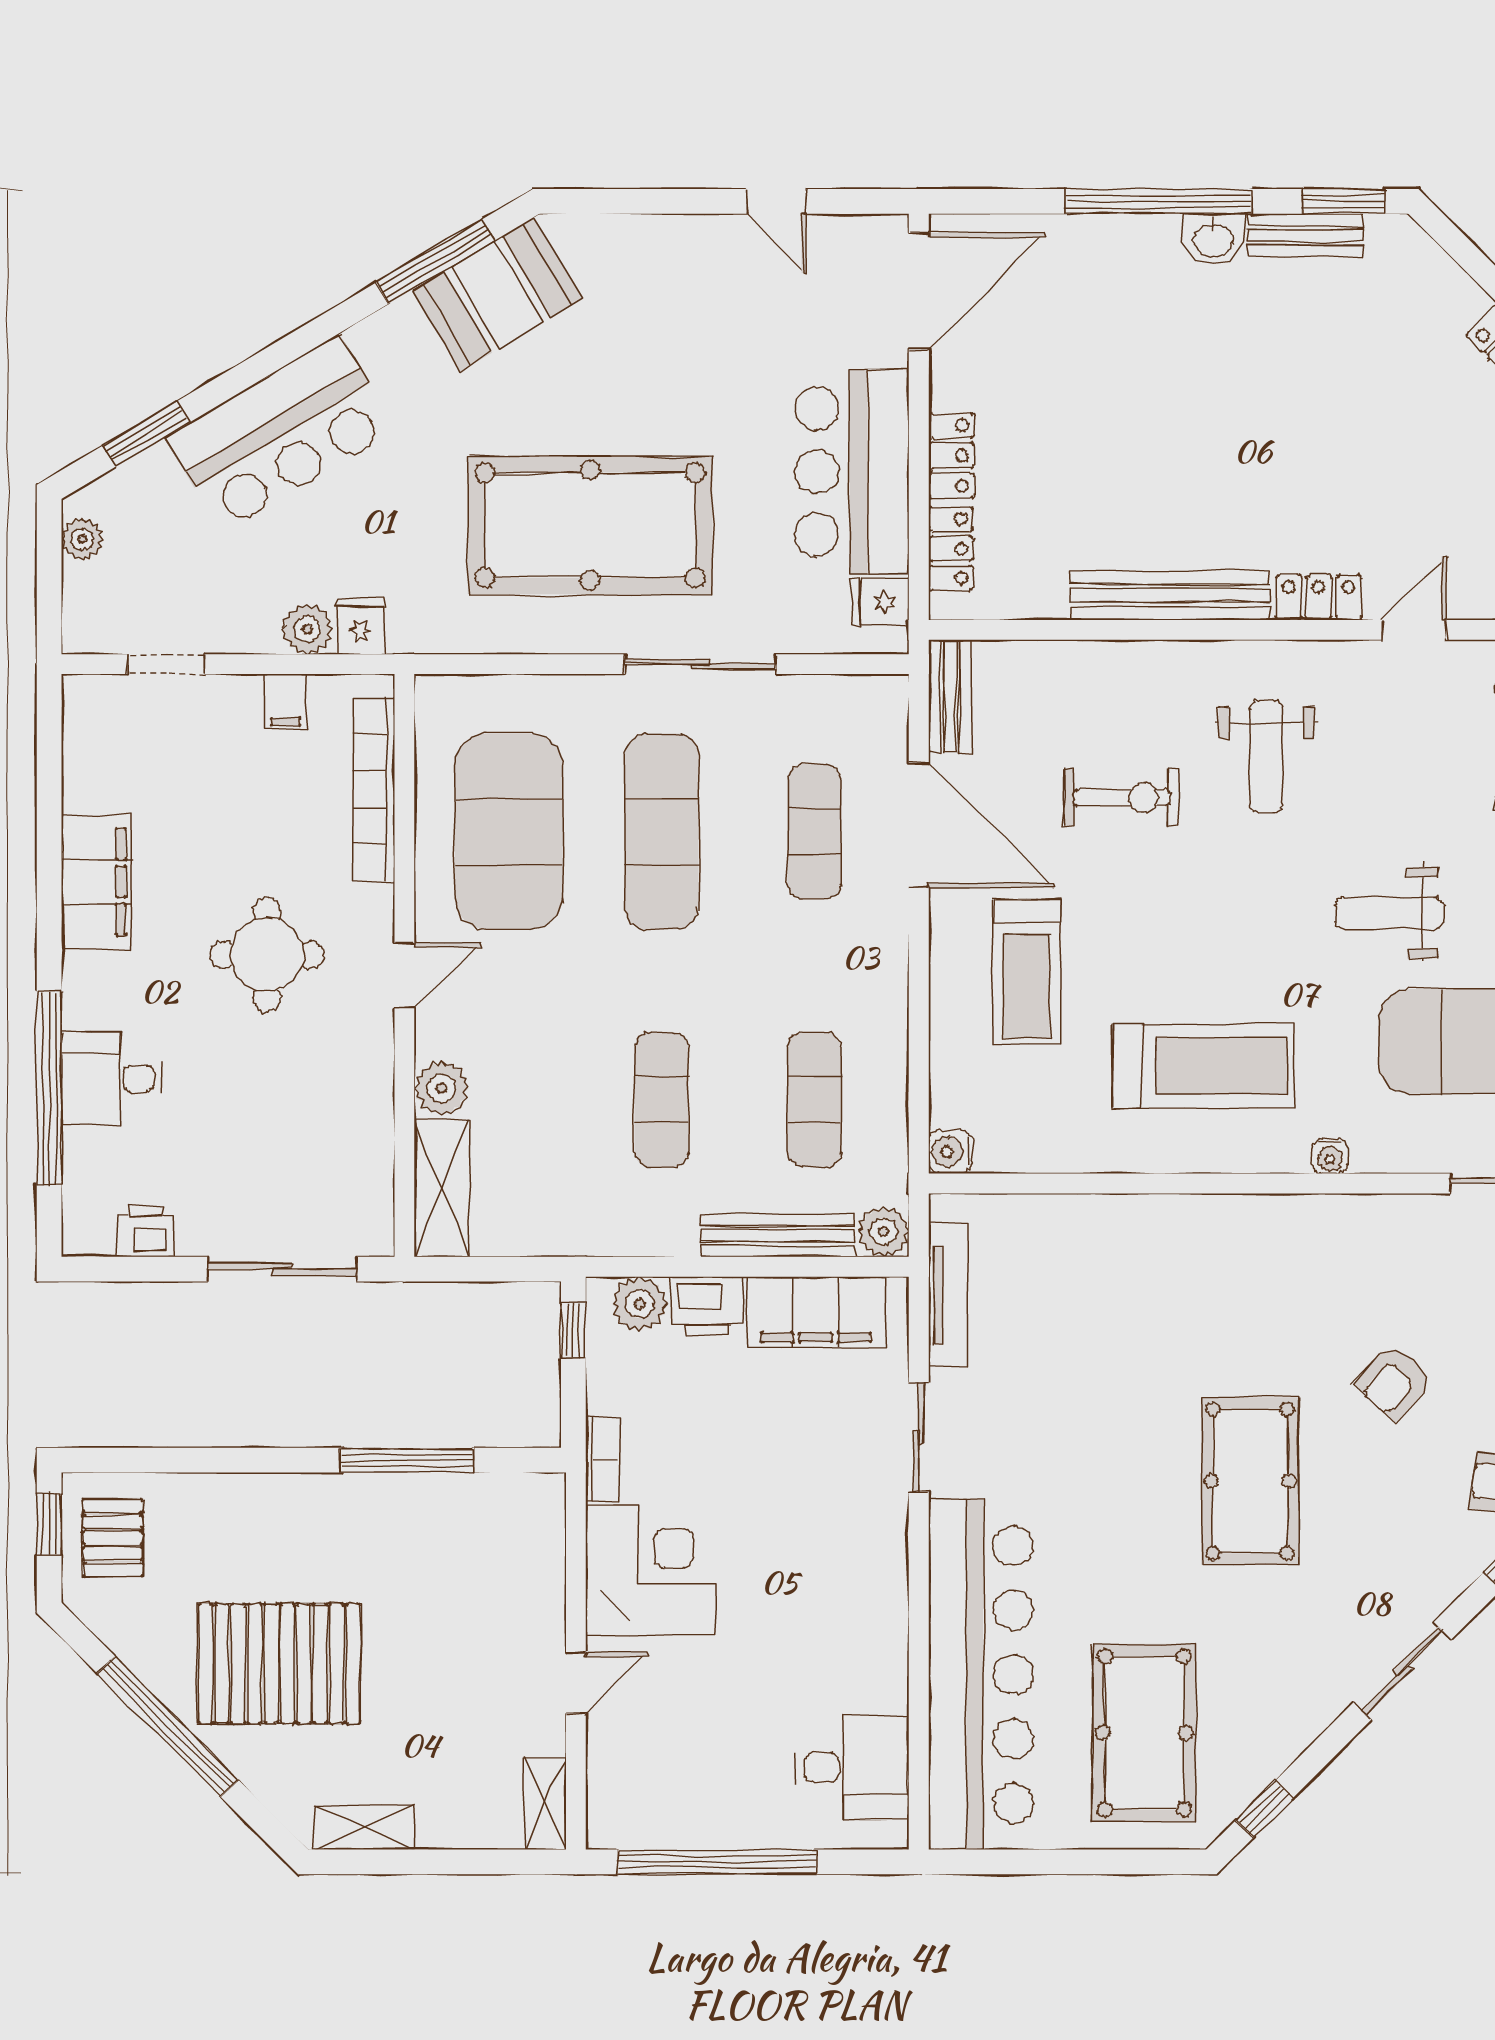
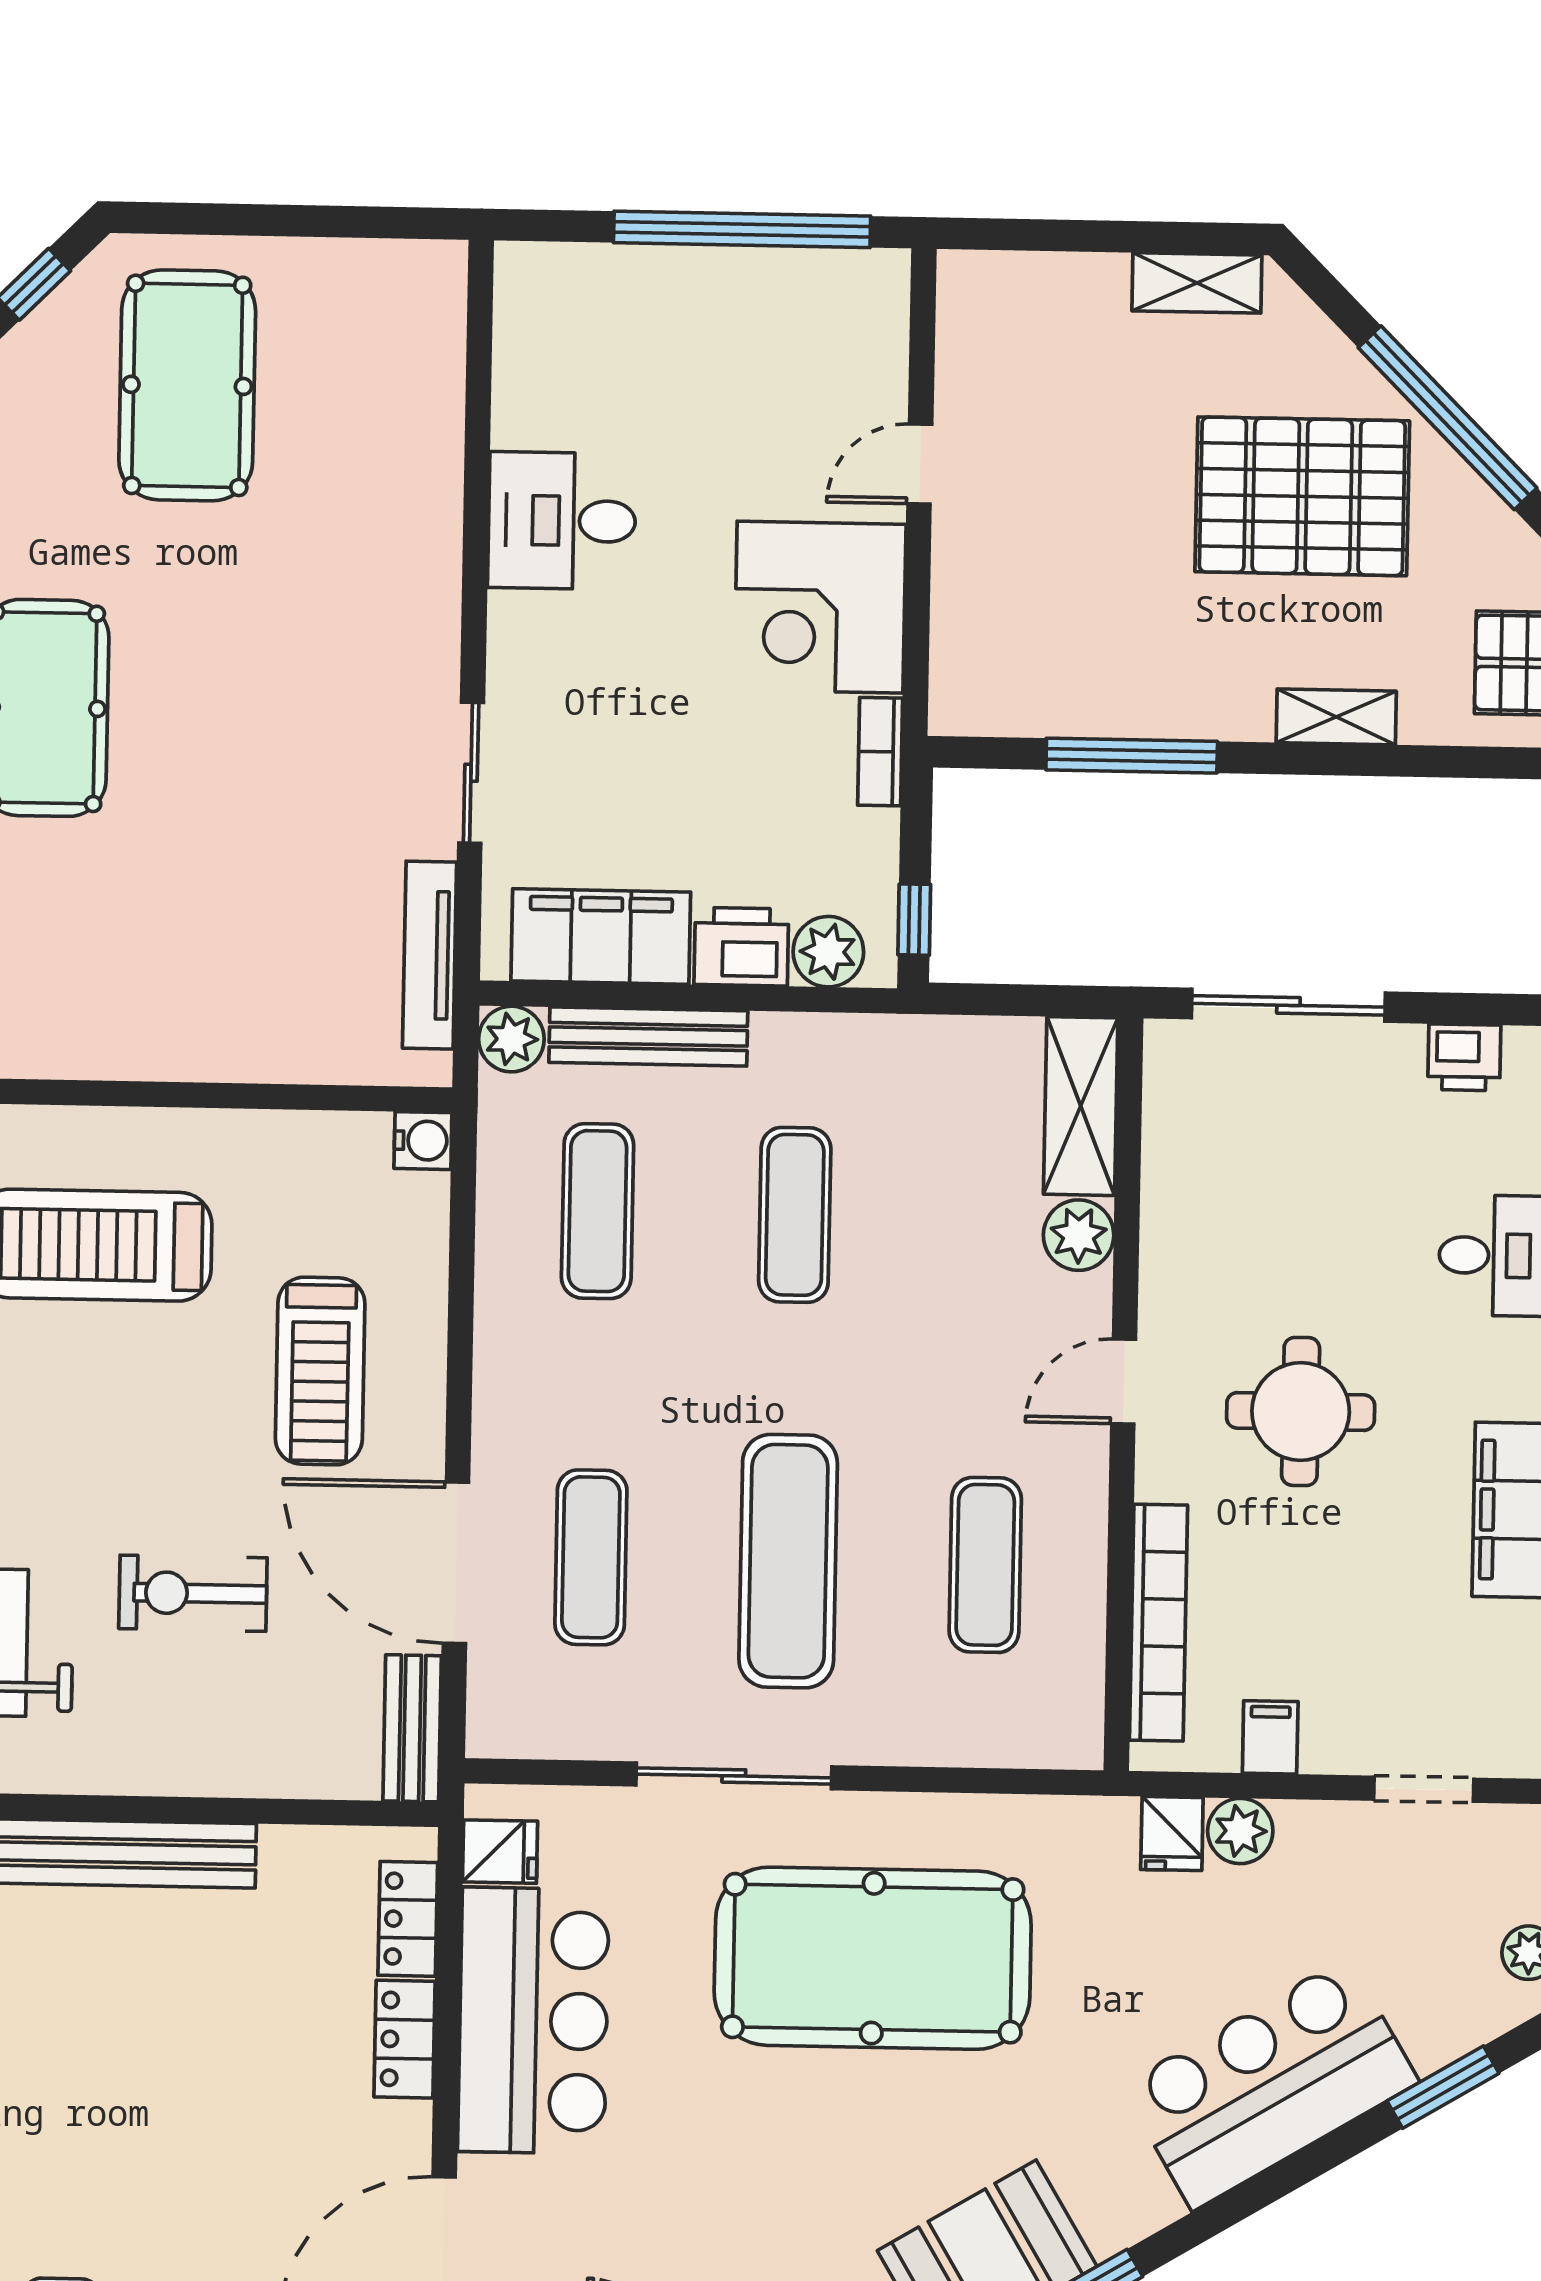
exercise mat: (509, 831) -> (985, 1565), width x0.50, depth x0.69
treadmill: (1027, 972) -> (320, 1371), turned 180
bar counter: (981, 1675) -> (397, 465), removed
desk: (852, 1768) -> (562, 521), moved
shelving: (545, 1803) -> (1336, 717), moved, turned 90

